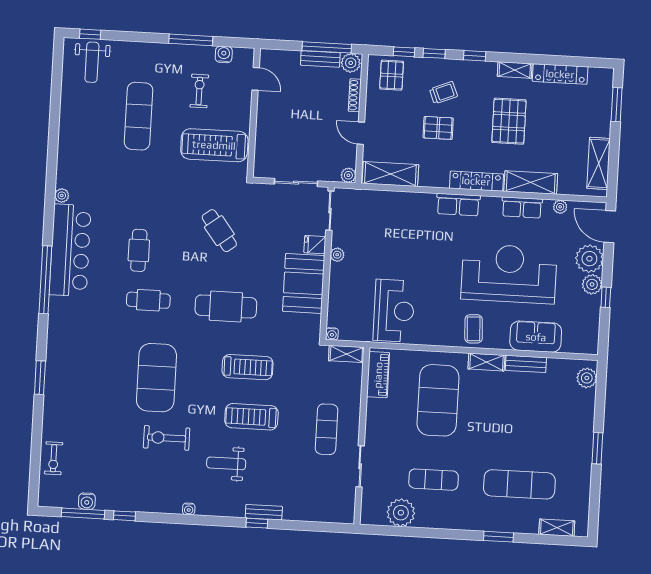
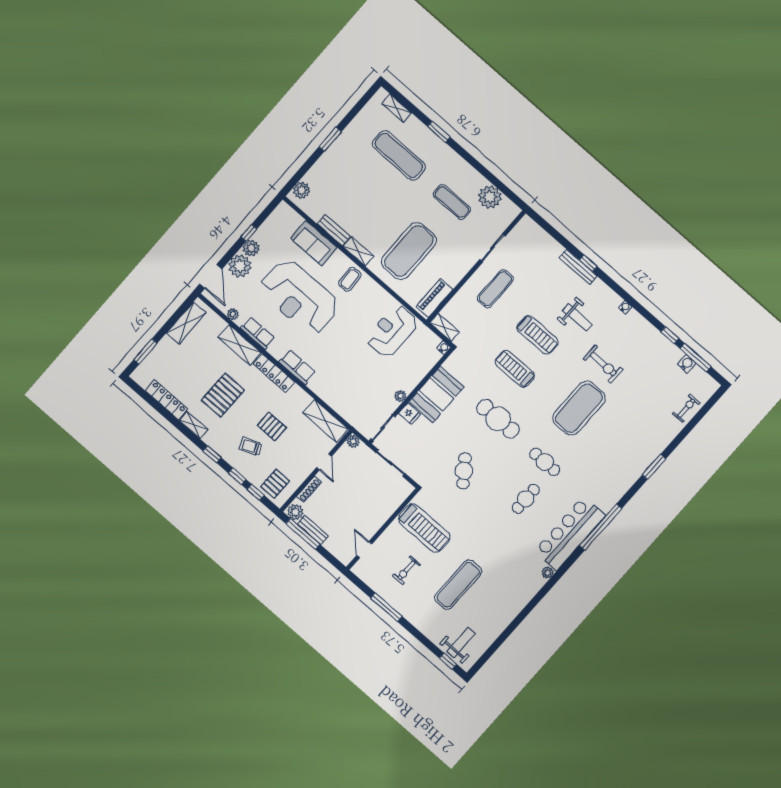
water cooler: (224, 54) -> (372, 581), removed
bench: (264, 512) -> (578, 267), width x1.36

